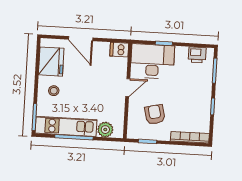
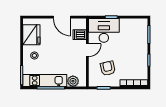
door: (81, 39) -> (62, 17), moved
dishwasher: (119, 50) -> (80, 35), moved
printer: (197, 55) -> (136, 24), removed

